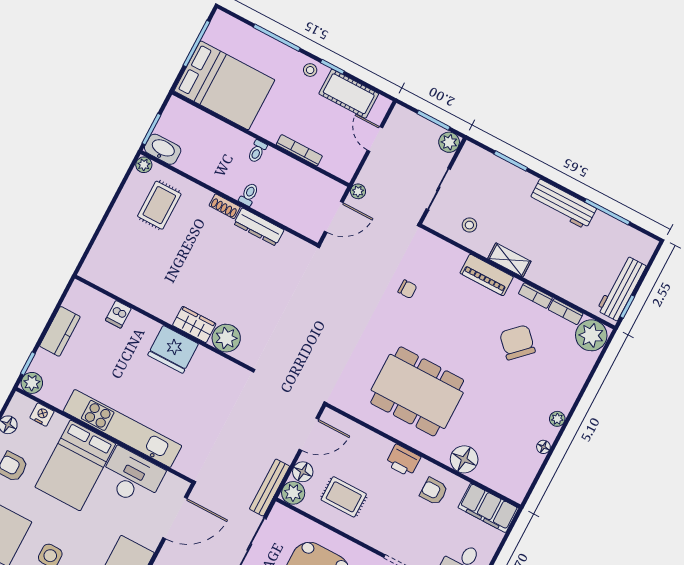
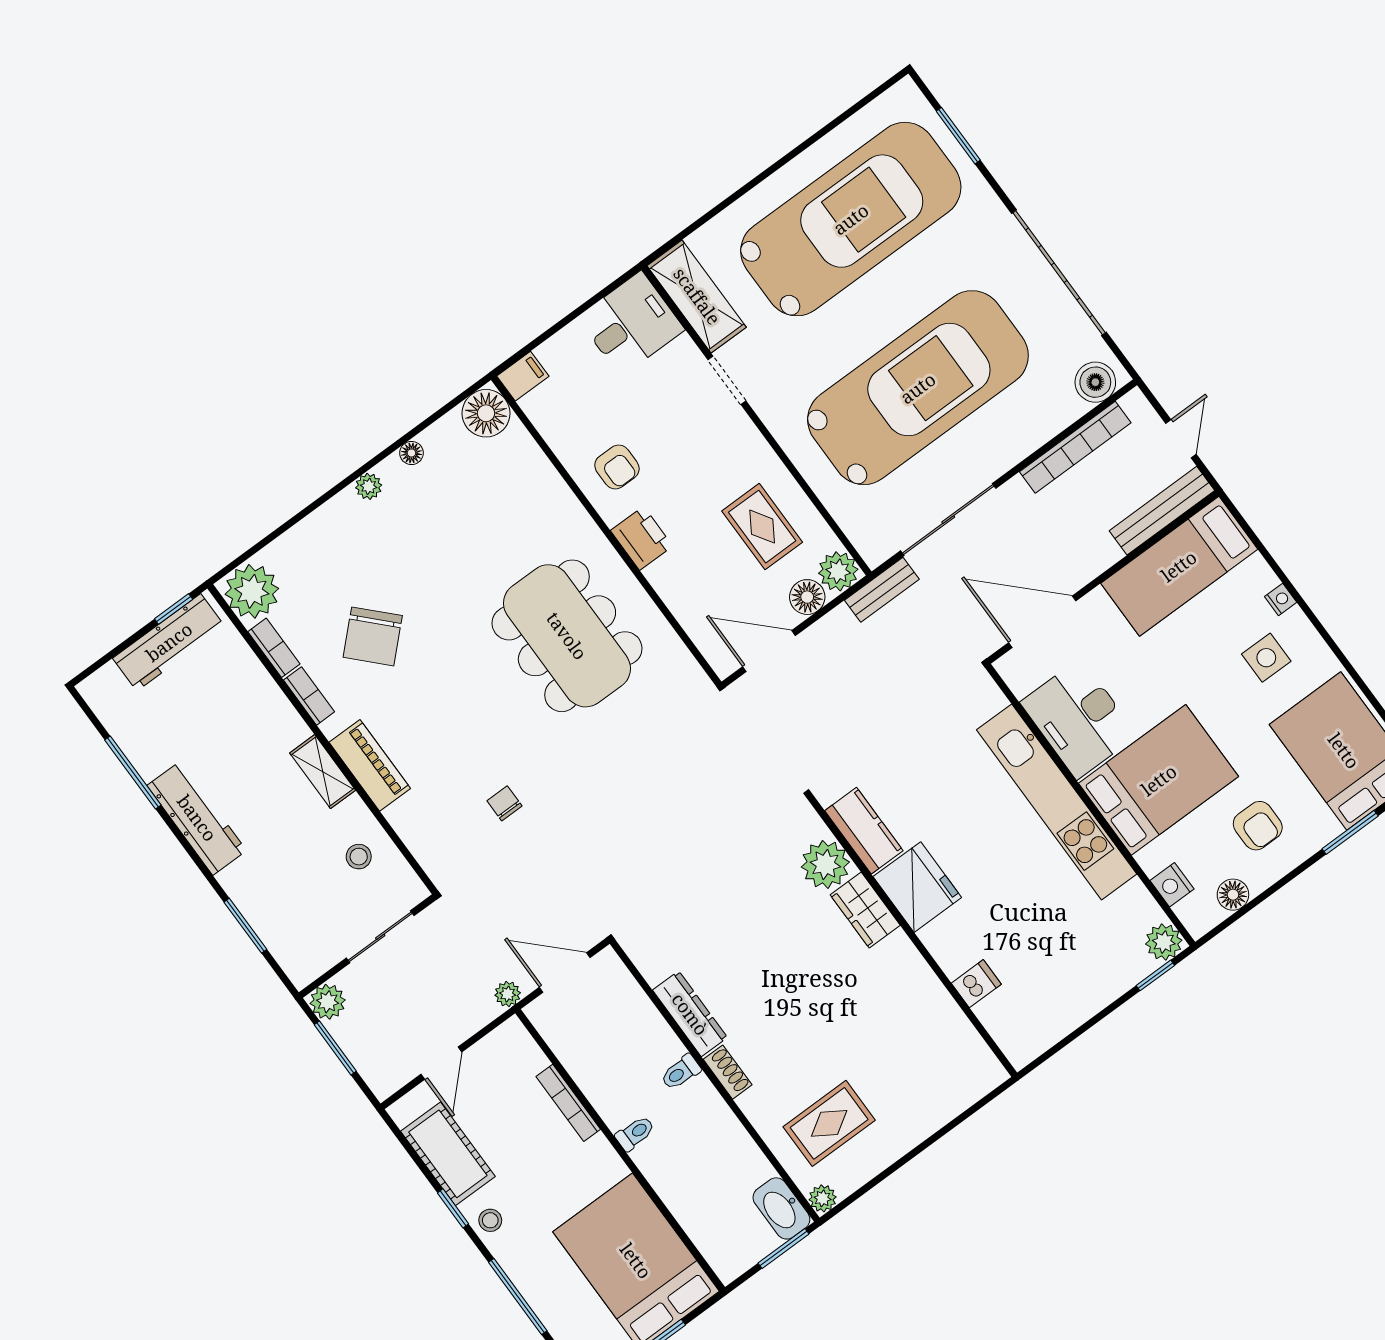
kitchen counter: (60, 331) -> (864, 831), moved, turned 90
floor lamp: (464, 459) -> (486, 413), moved
bench: (270, 488) -> (882, 590), width x0.73
filing cabinet: (488, 508) -> (523, 376), width x0.33, depth x0.86

